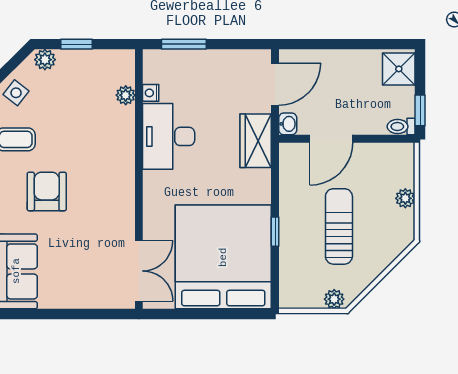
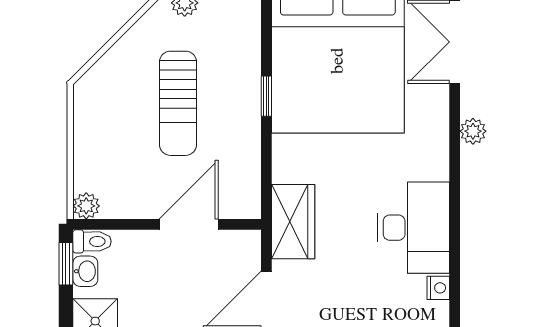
plant: (126, 95) -> (473, 131), moved
washbasin: (288, 124) -> (85, 271), moved, turned 180
plant: (405, 198) -> (86, 206), moved

